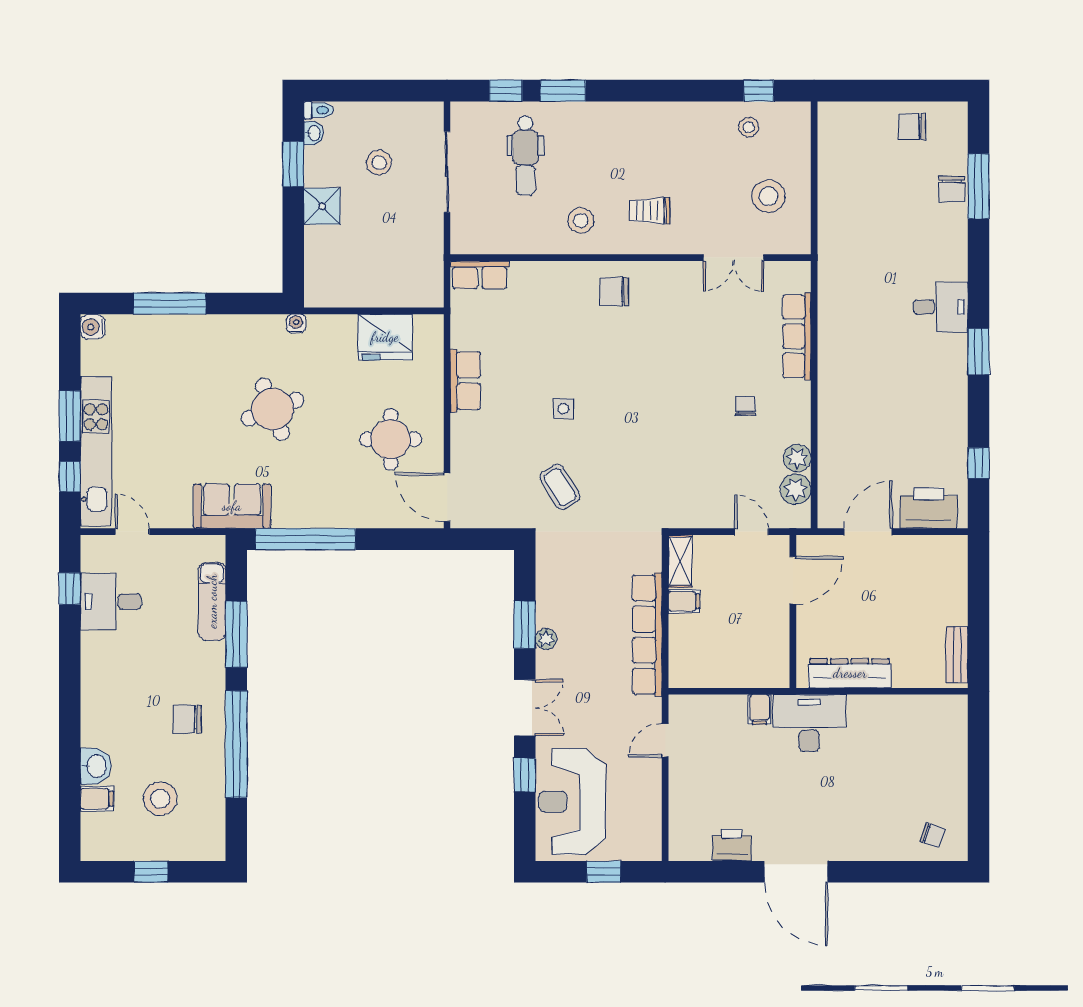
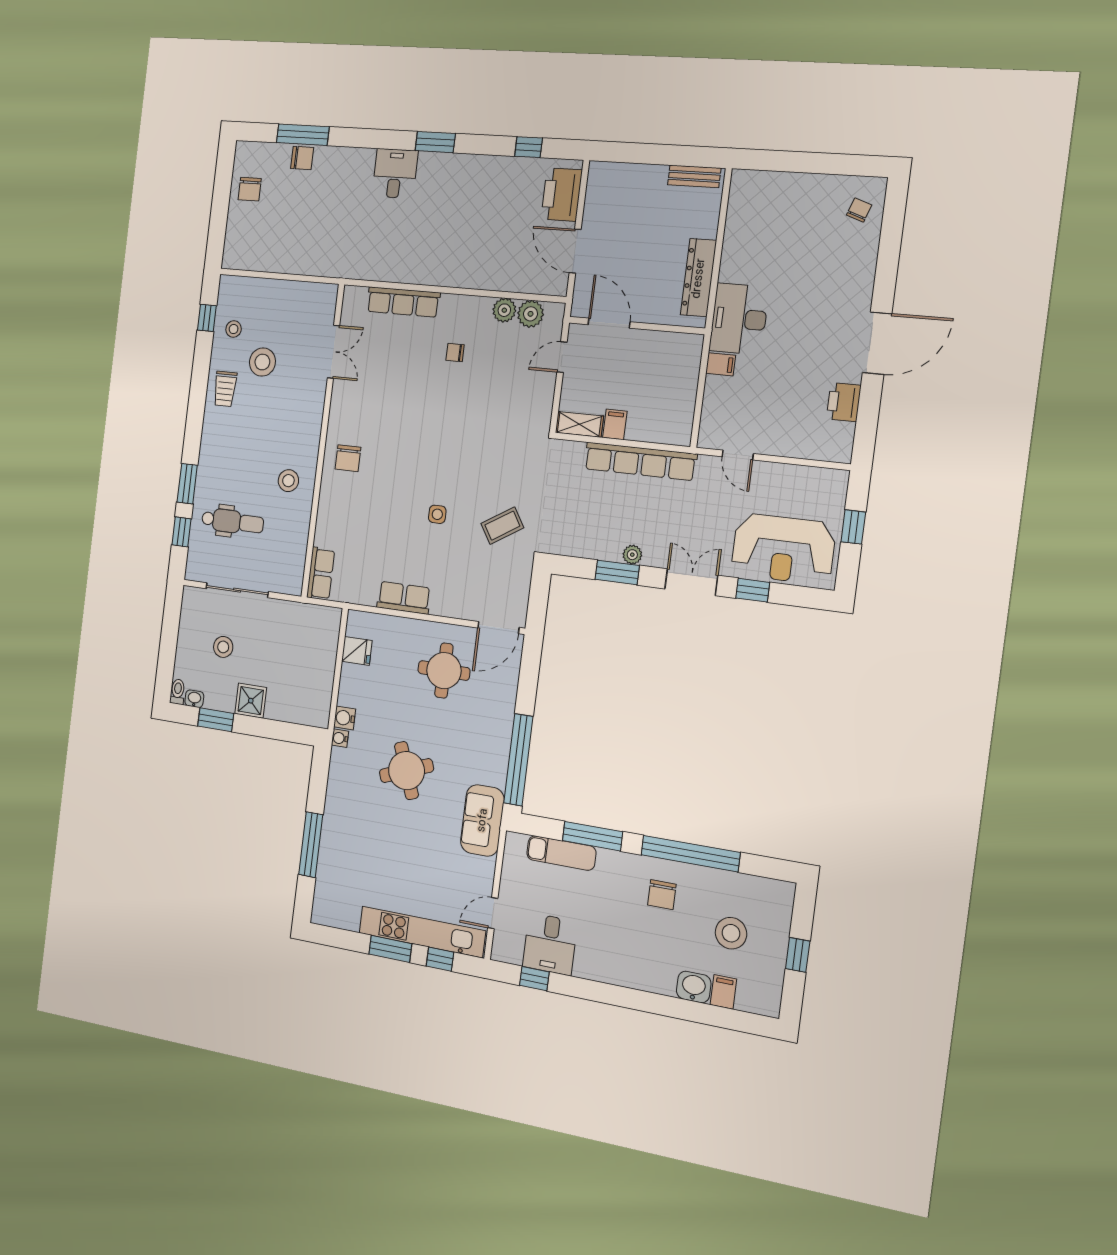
stool: (768, 196) -> (262, 362), moved
trolley: (649, 211) -> (225, 389), moved
water cooler: (93, 327) -> (345, 718), moved, turned 90
fridge: (385, 337) -> (357, 651), width x0.53, depth x0.75

